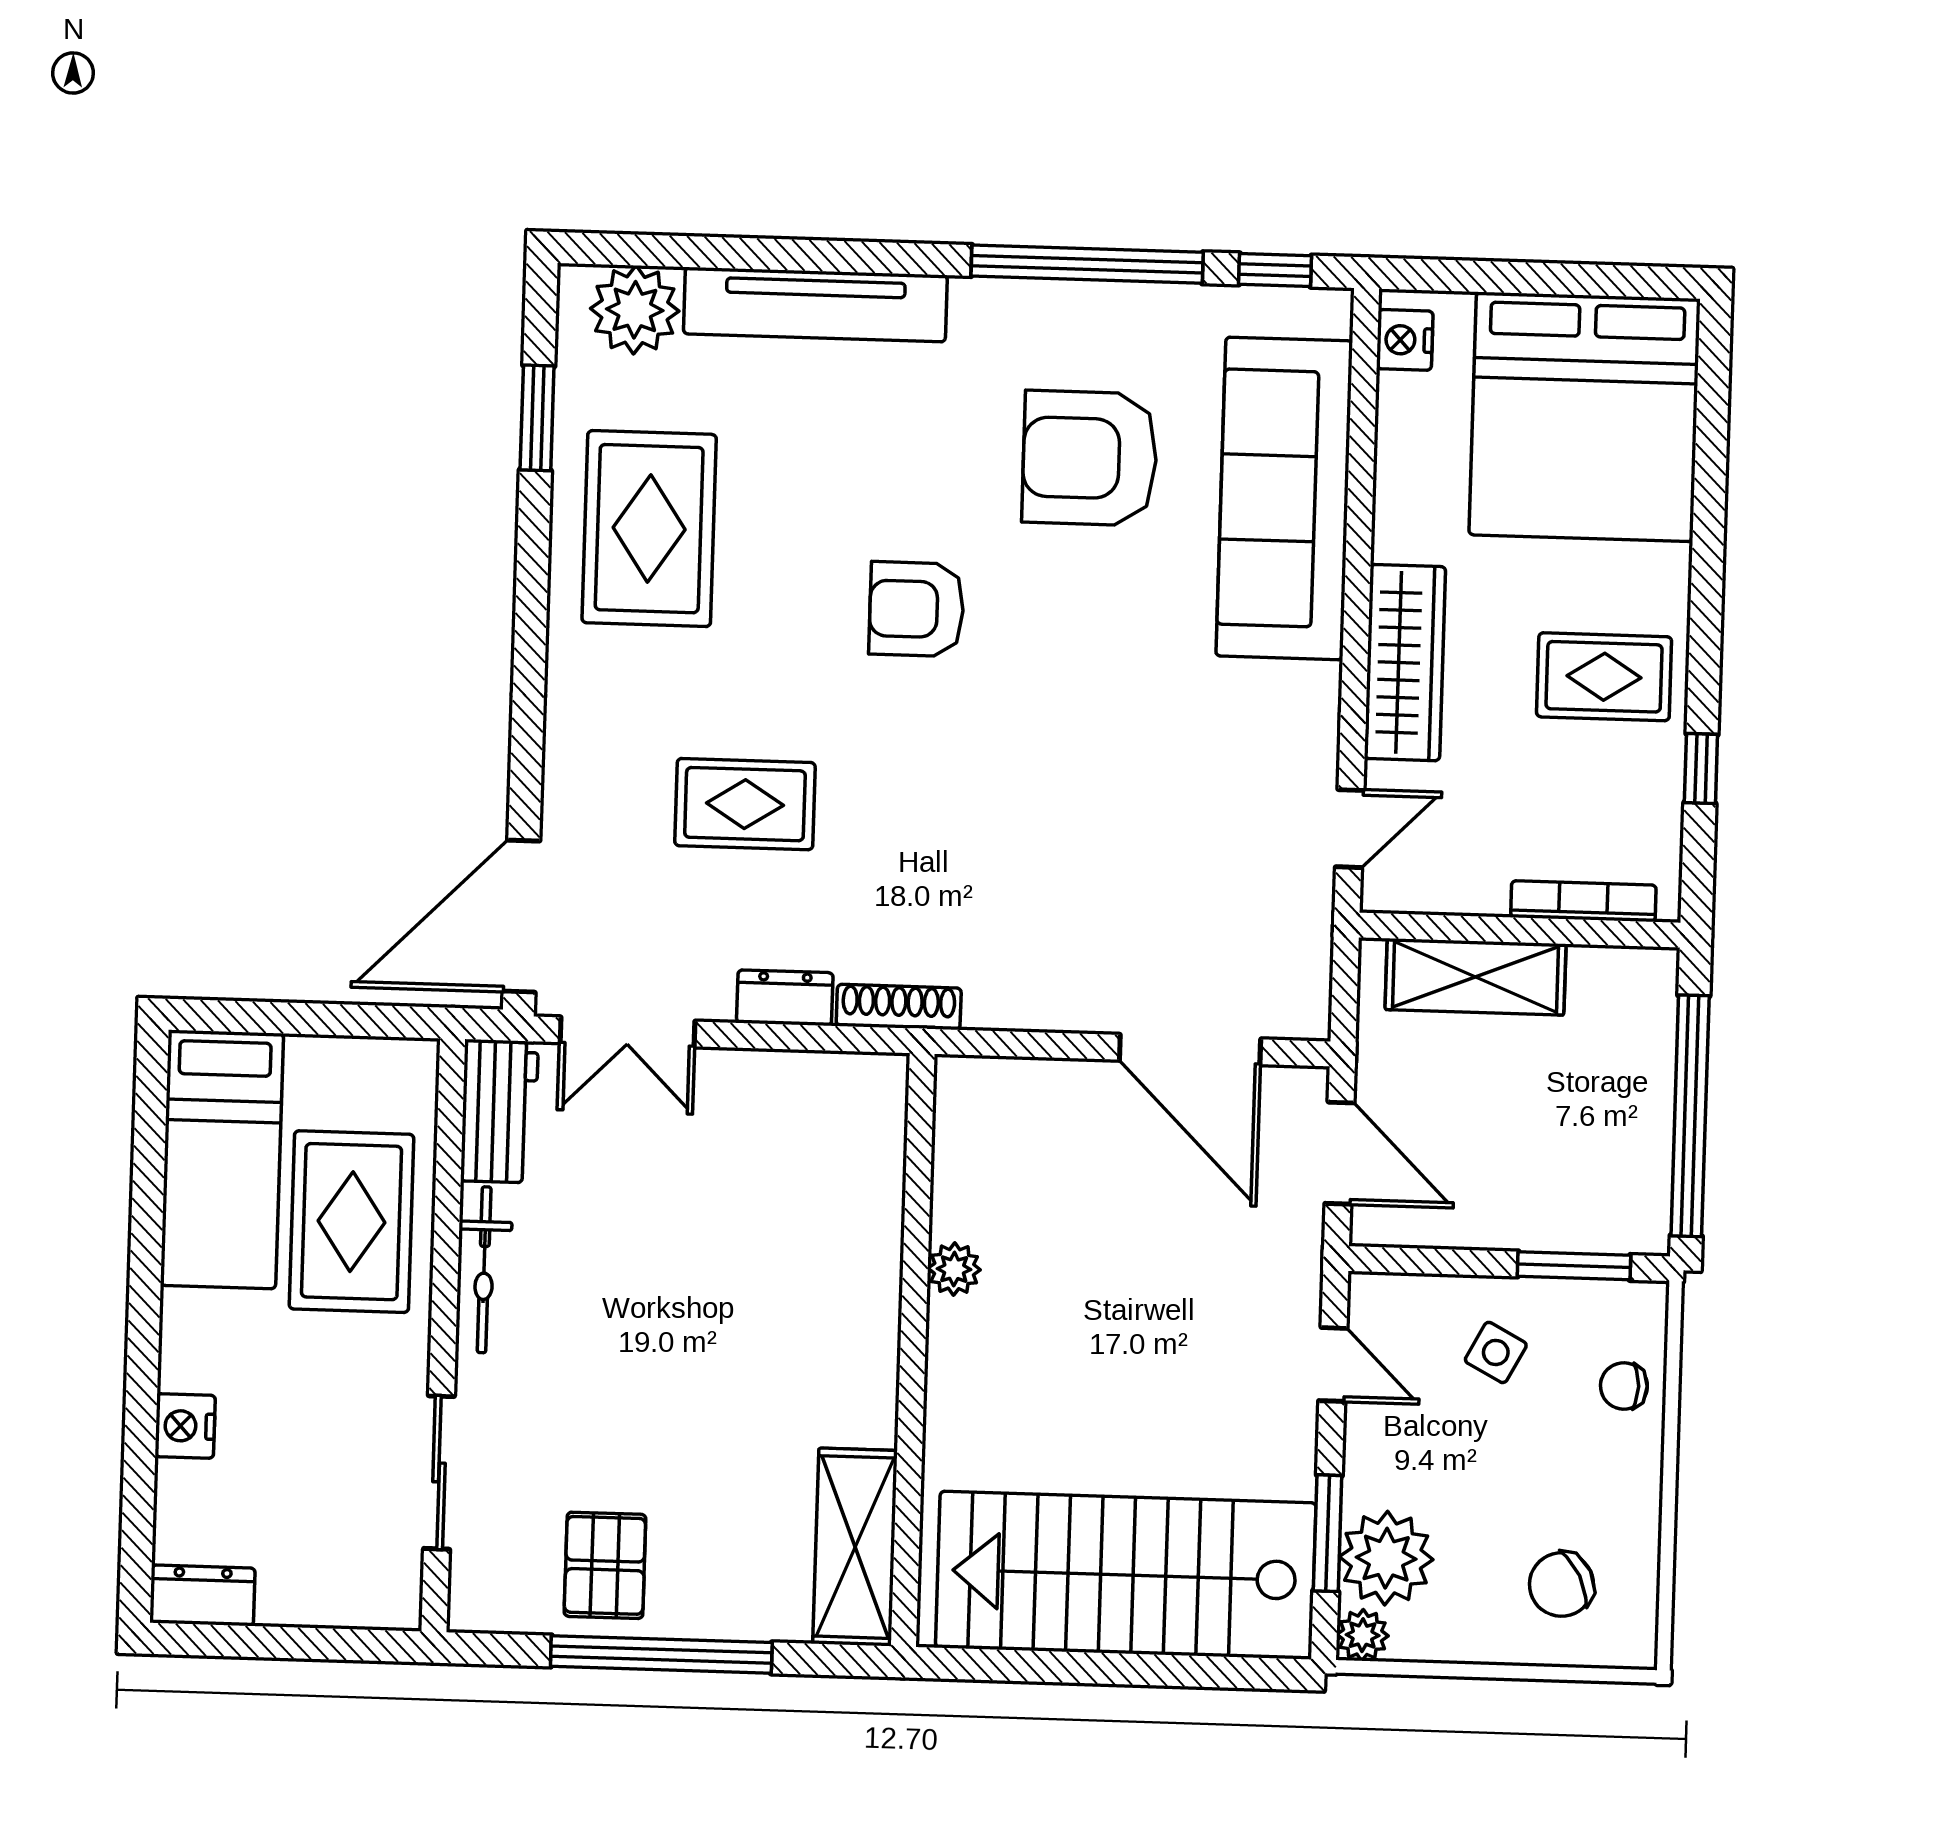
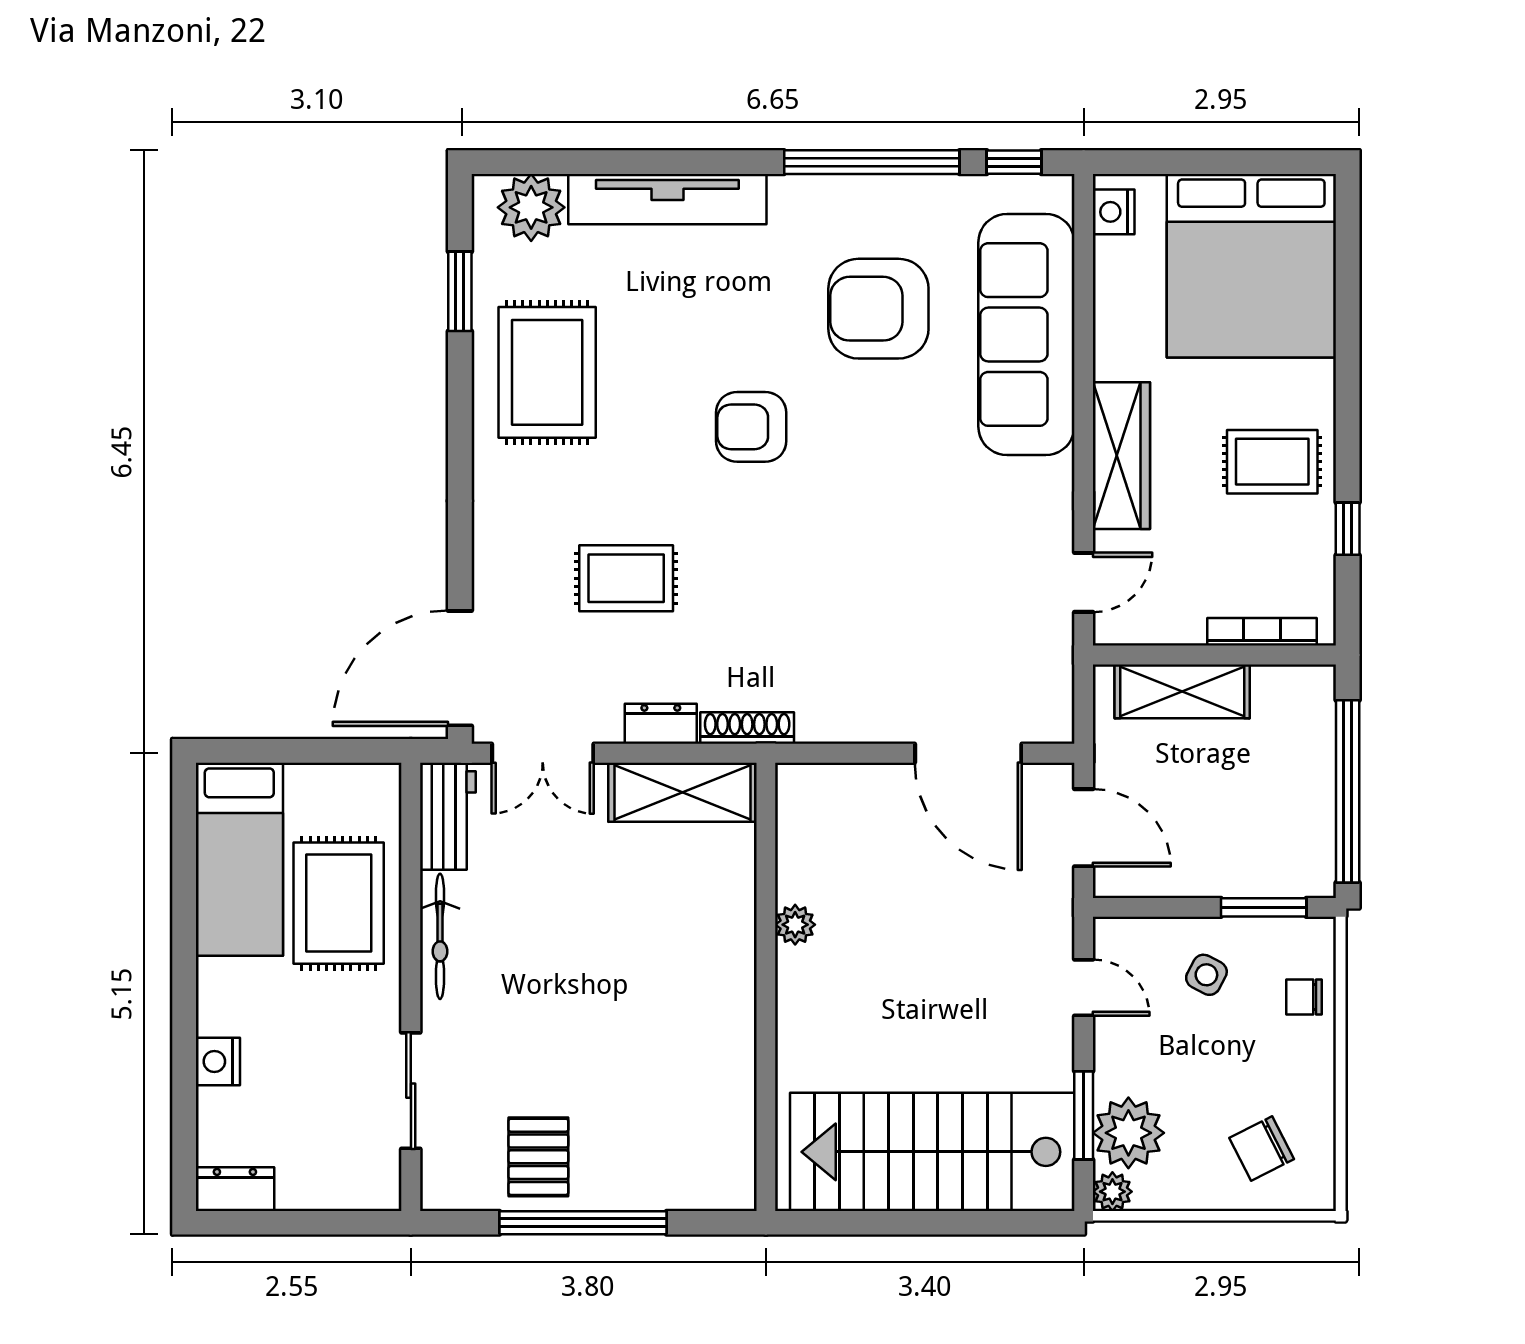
shelving: (855, 1547) -> (682, 792), moved, turned 90

